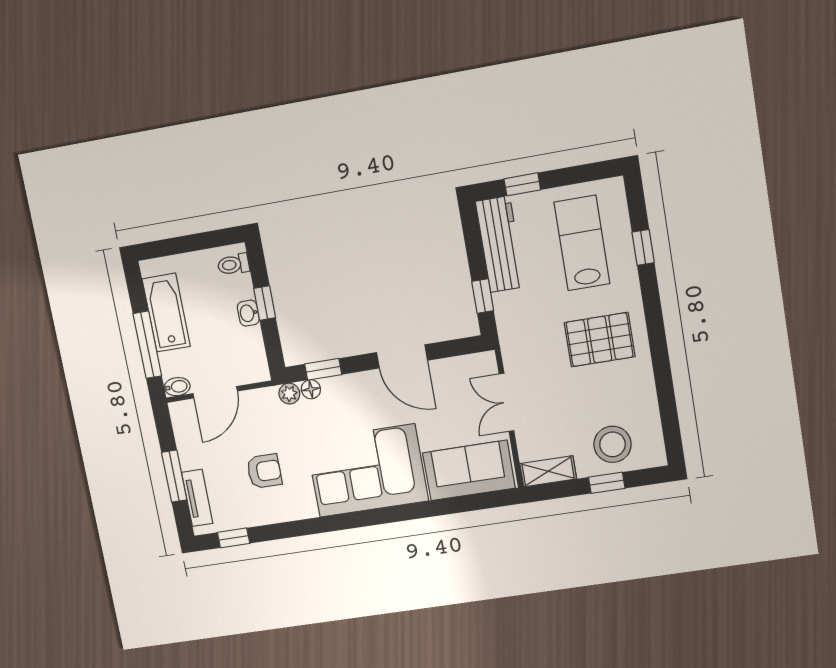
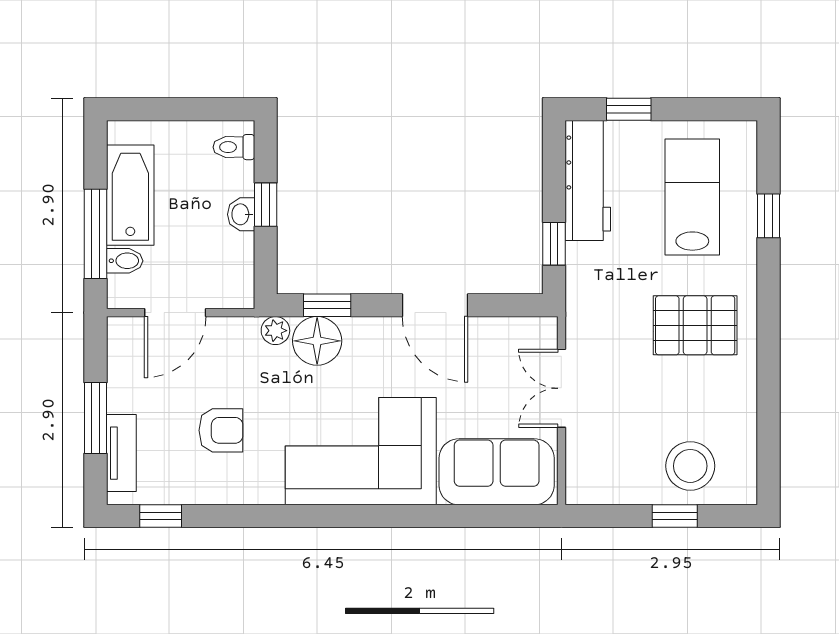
bidet: (177, 387) -> (125, 261), moved
floor lamp: (311, 389) -> (317, 341), width x1.89, depth x1.89
shelving: (548, 471) -> (601, 489), removed

